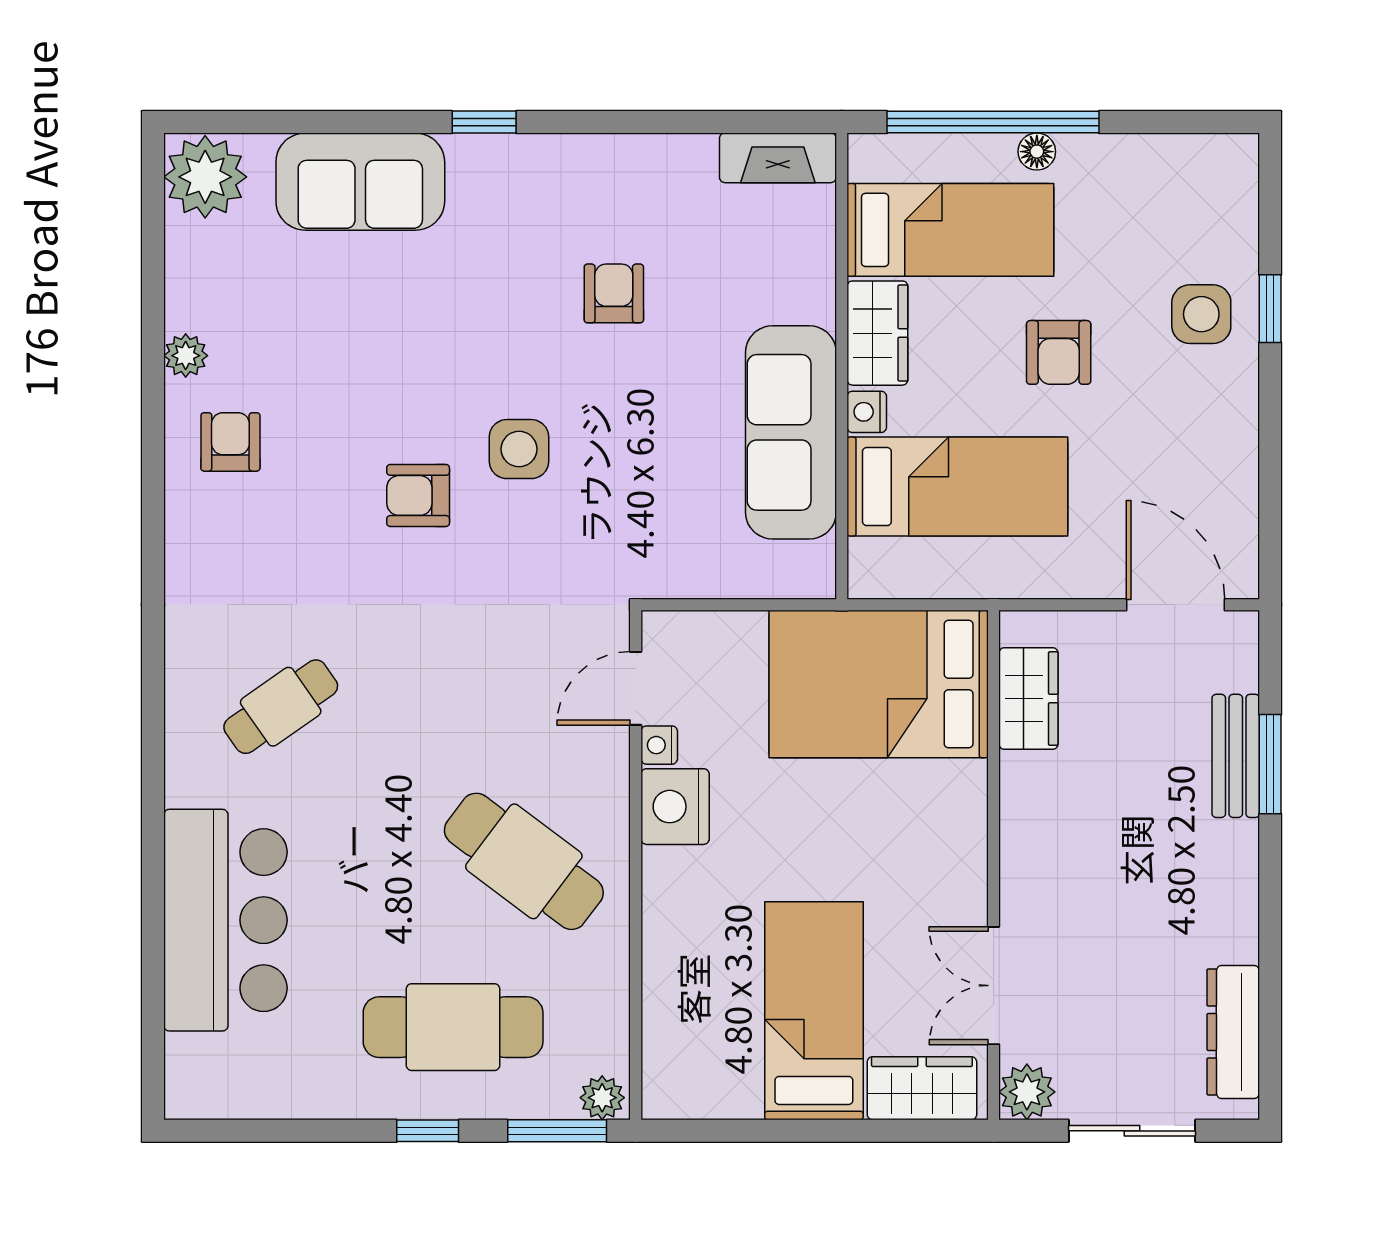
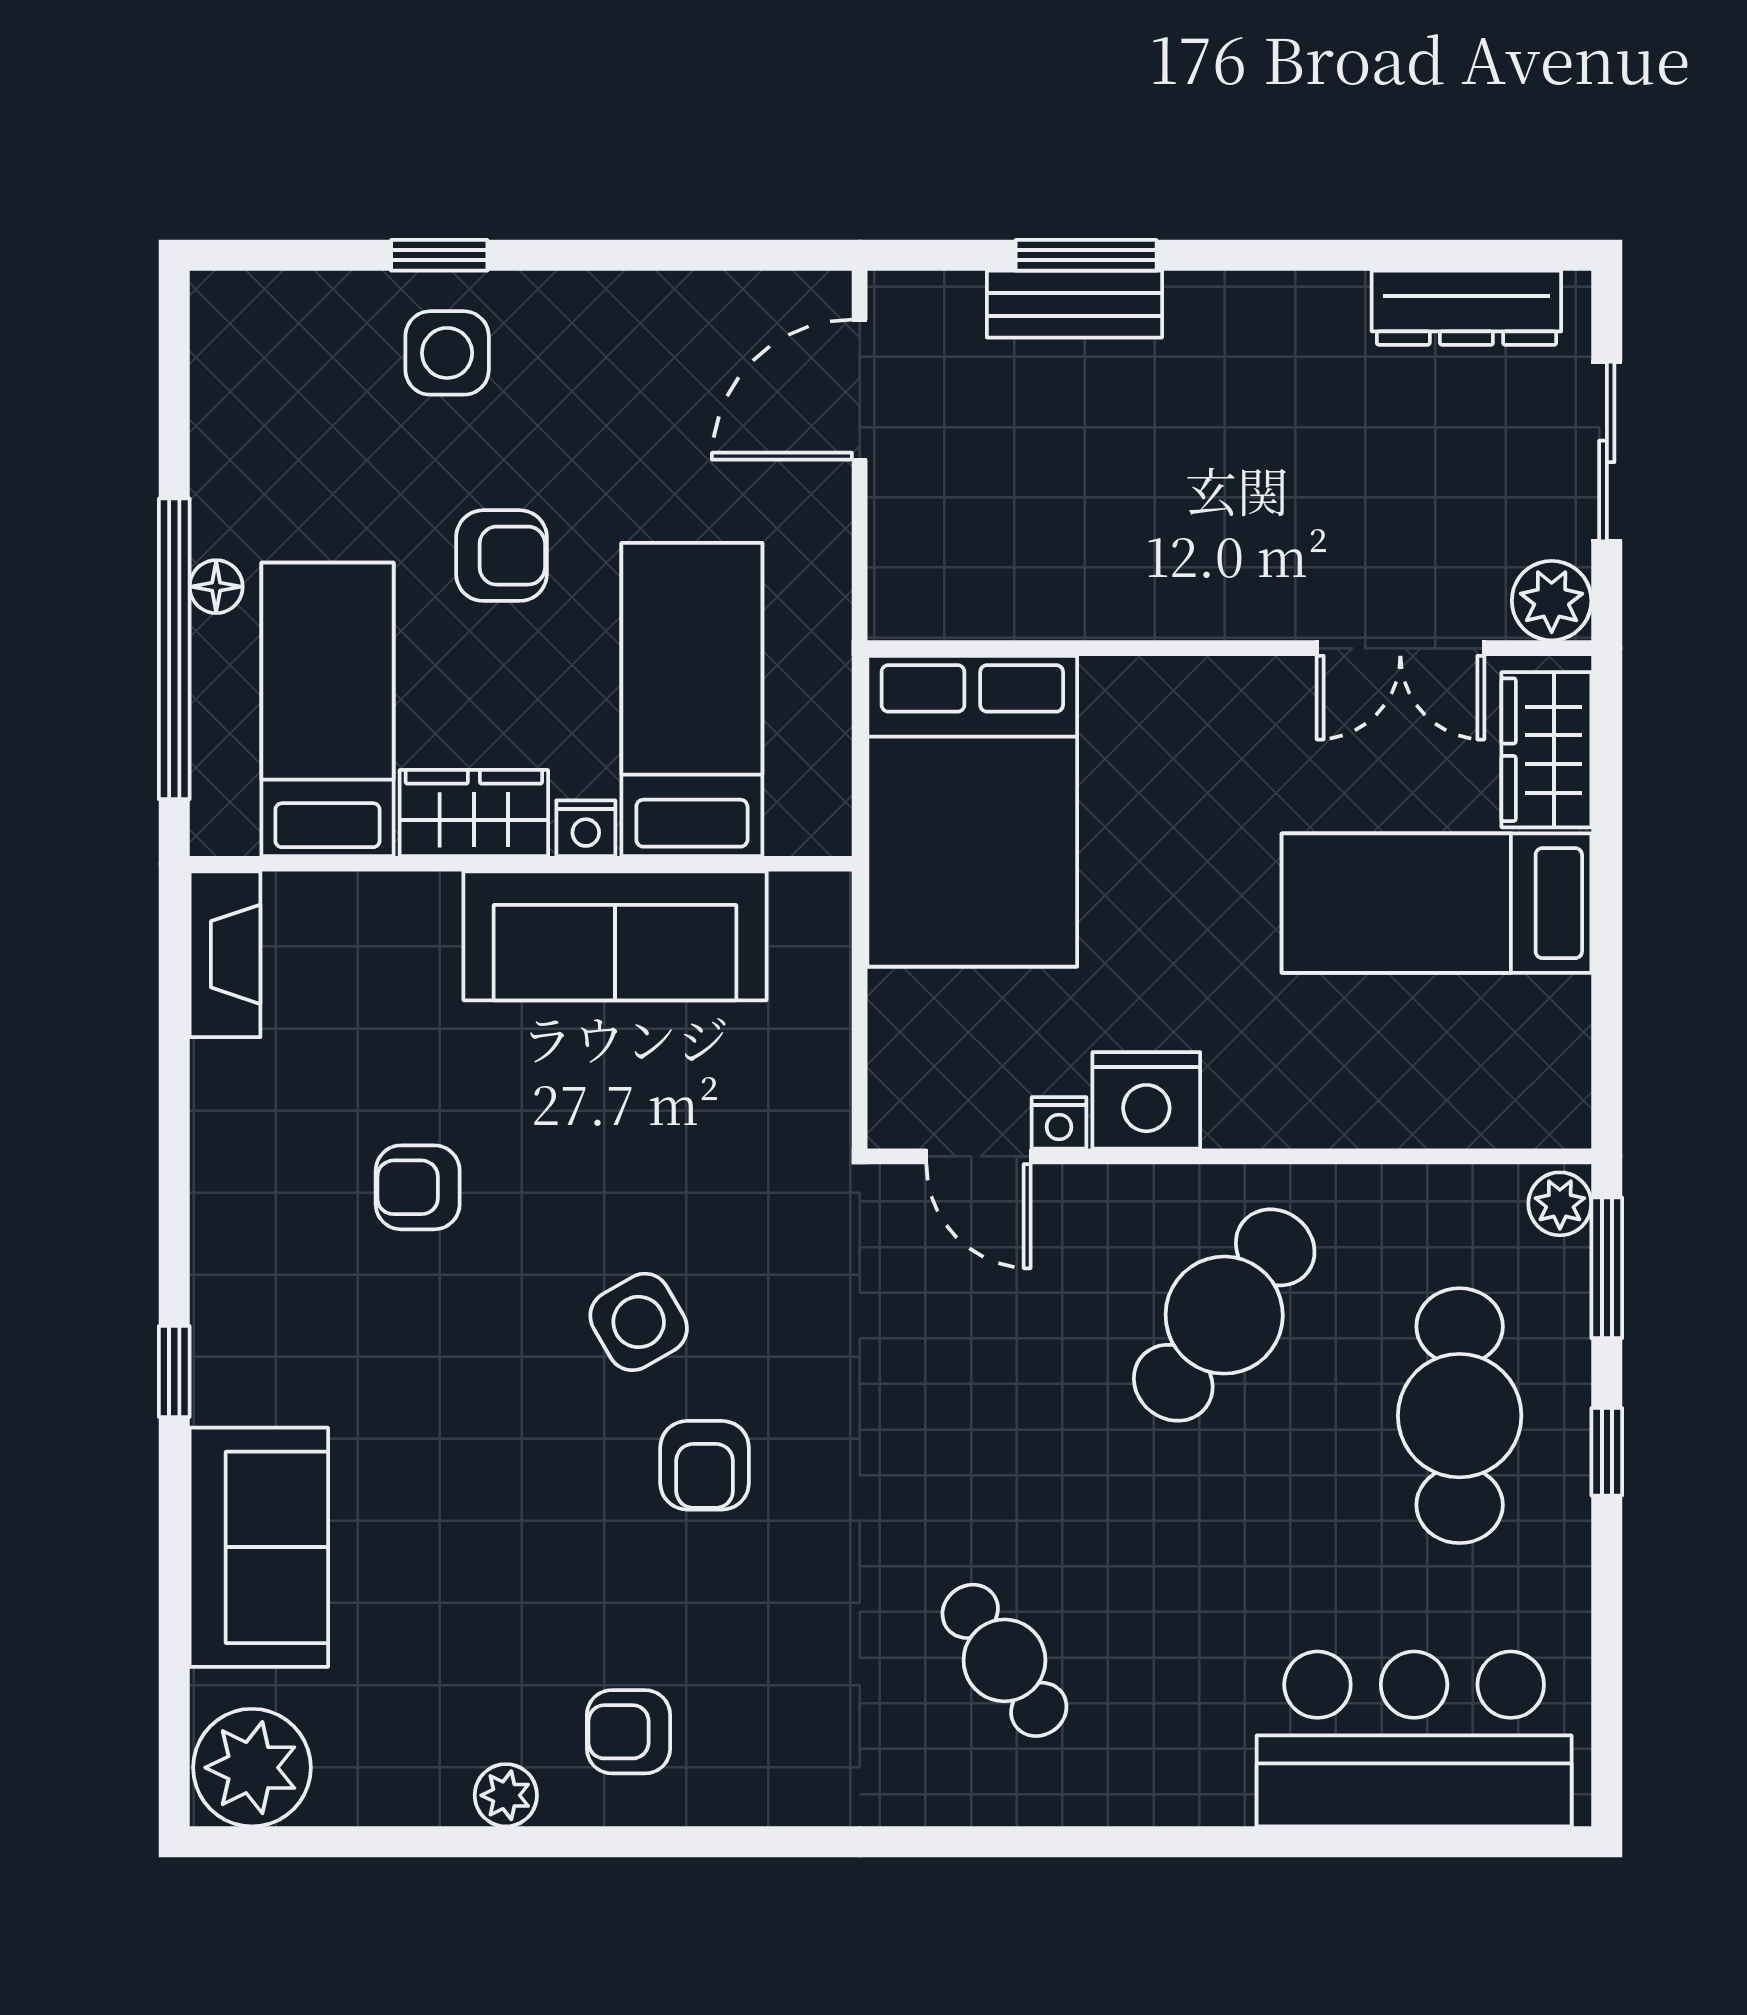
side table: (519, 449) -> (639, 1322), turned -30
wardrobe: (1028, 698) -> (993, 598), removed
bar counter: (225, 920) -> (1414, 1739), moved

